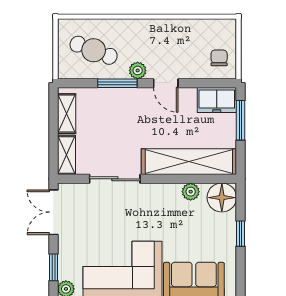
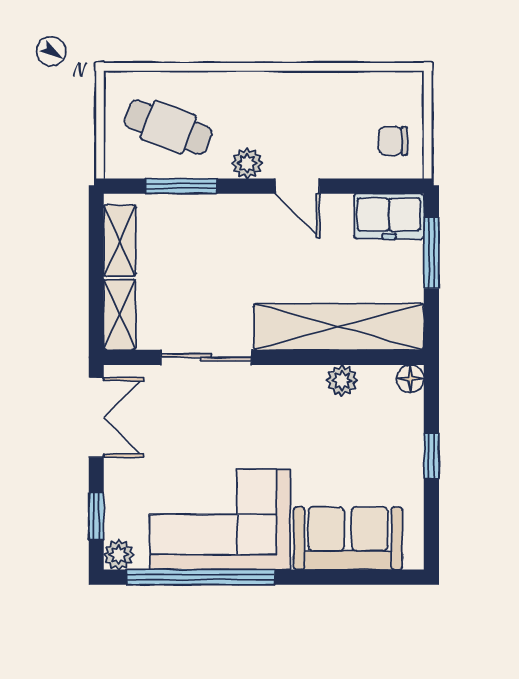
chair: (219, 58) -> (393, 141), turned -90
window: (117, 83) -> (181, 186), moved
floor lamp: (222, 198) -> (410, 379), width x0.53, depth x0.53
double door: (53, 212) -> (96, 417), swing flipped

